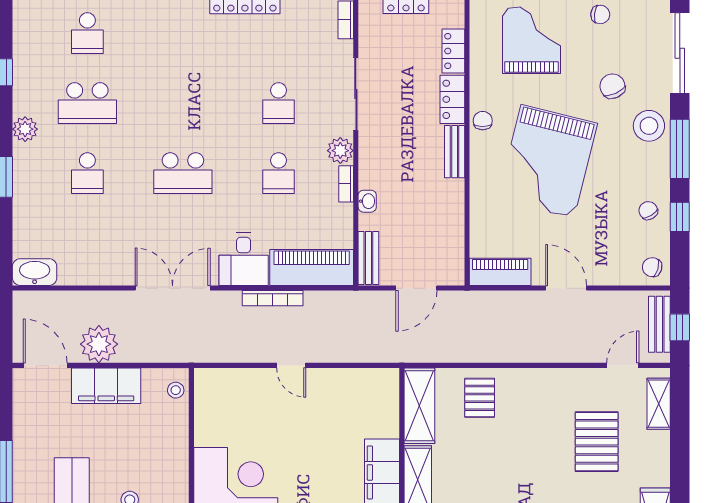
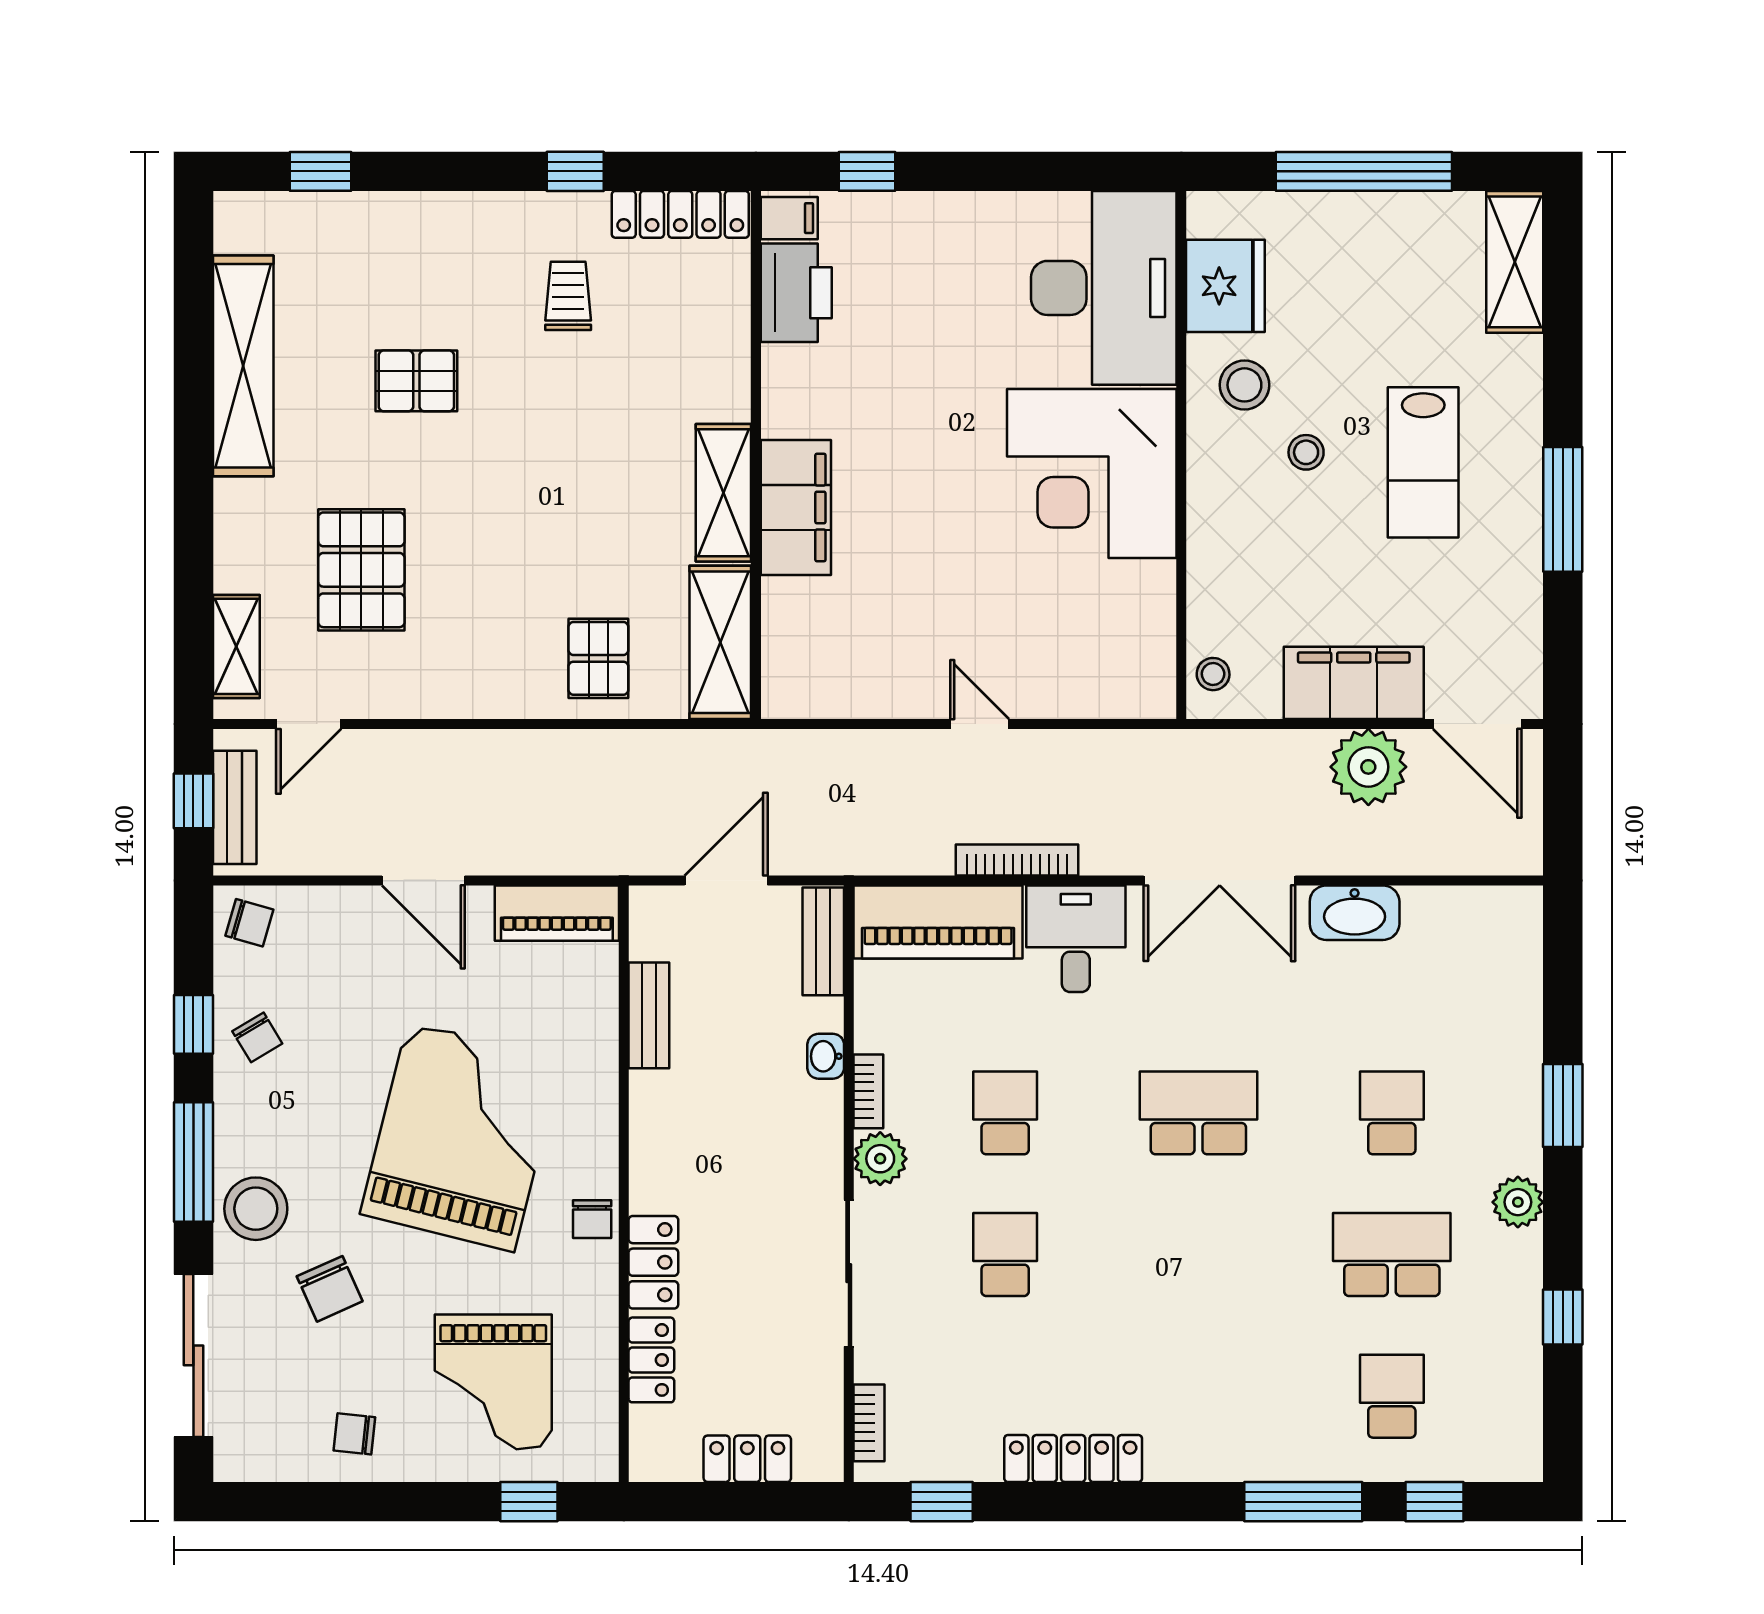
bench: (455, 152) -> (649, 1015), moved
washbasin: (35, 272) -> (1355, 913), moved

